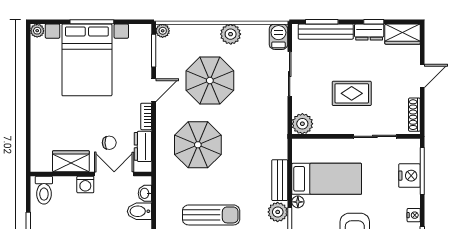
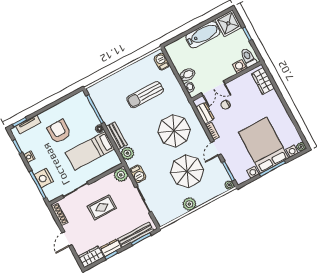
barbecue: (278, 37) -> (138, 174), moved
wardrobe: (71, 161) -> (263, 81), moved, turned 90
washing machine: (85, 185) -> (240, 66), moved
plant: (278, 212) -> (127, 153), moved

